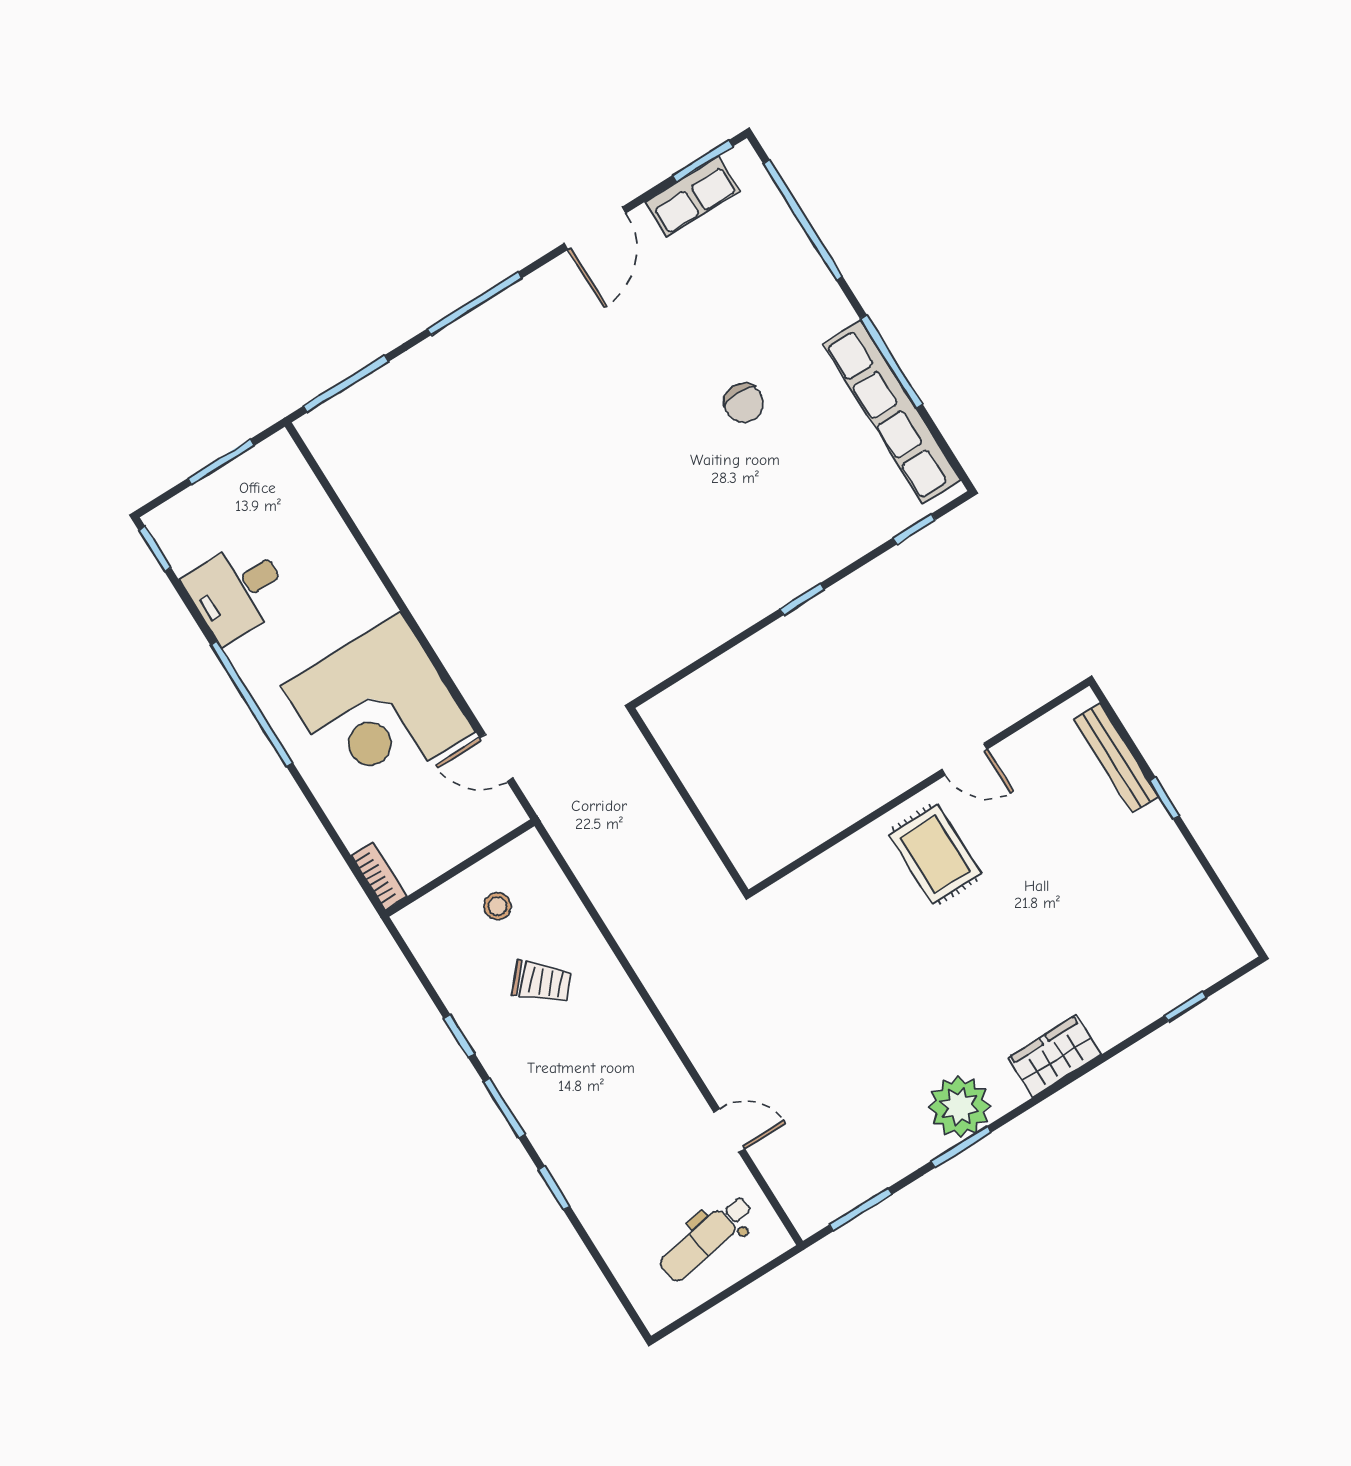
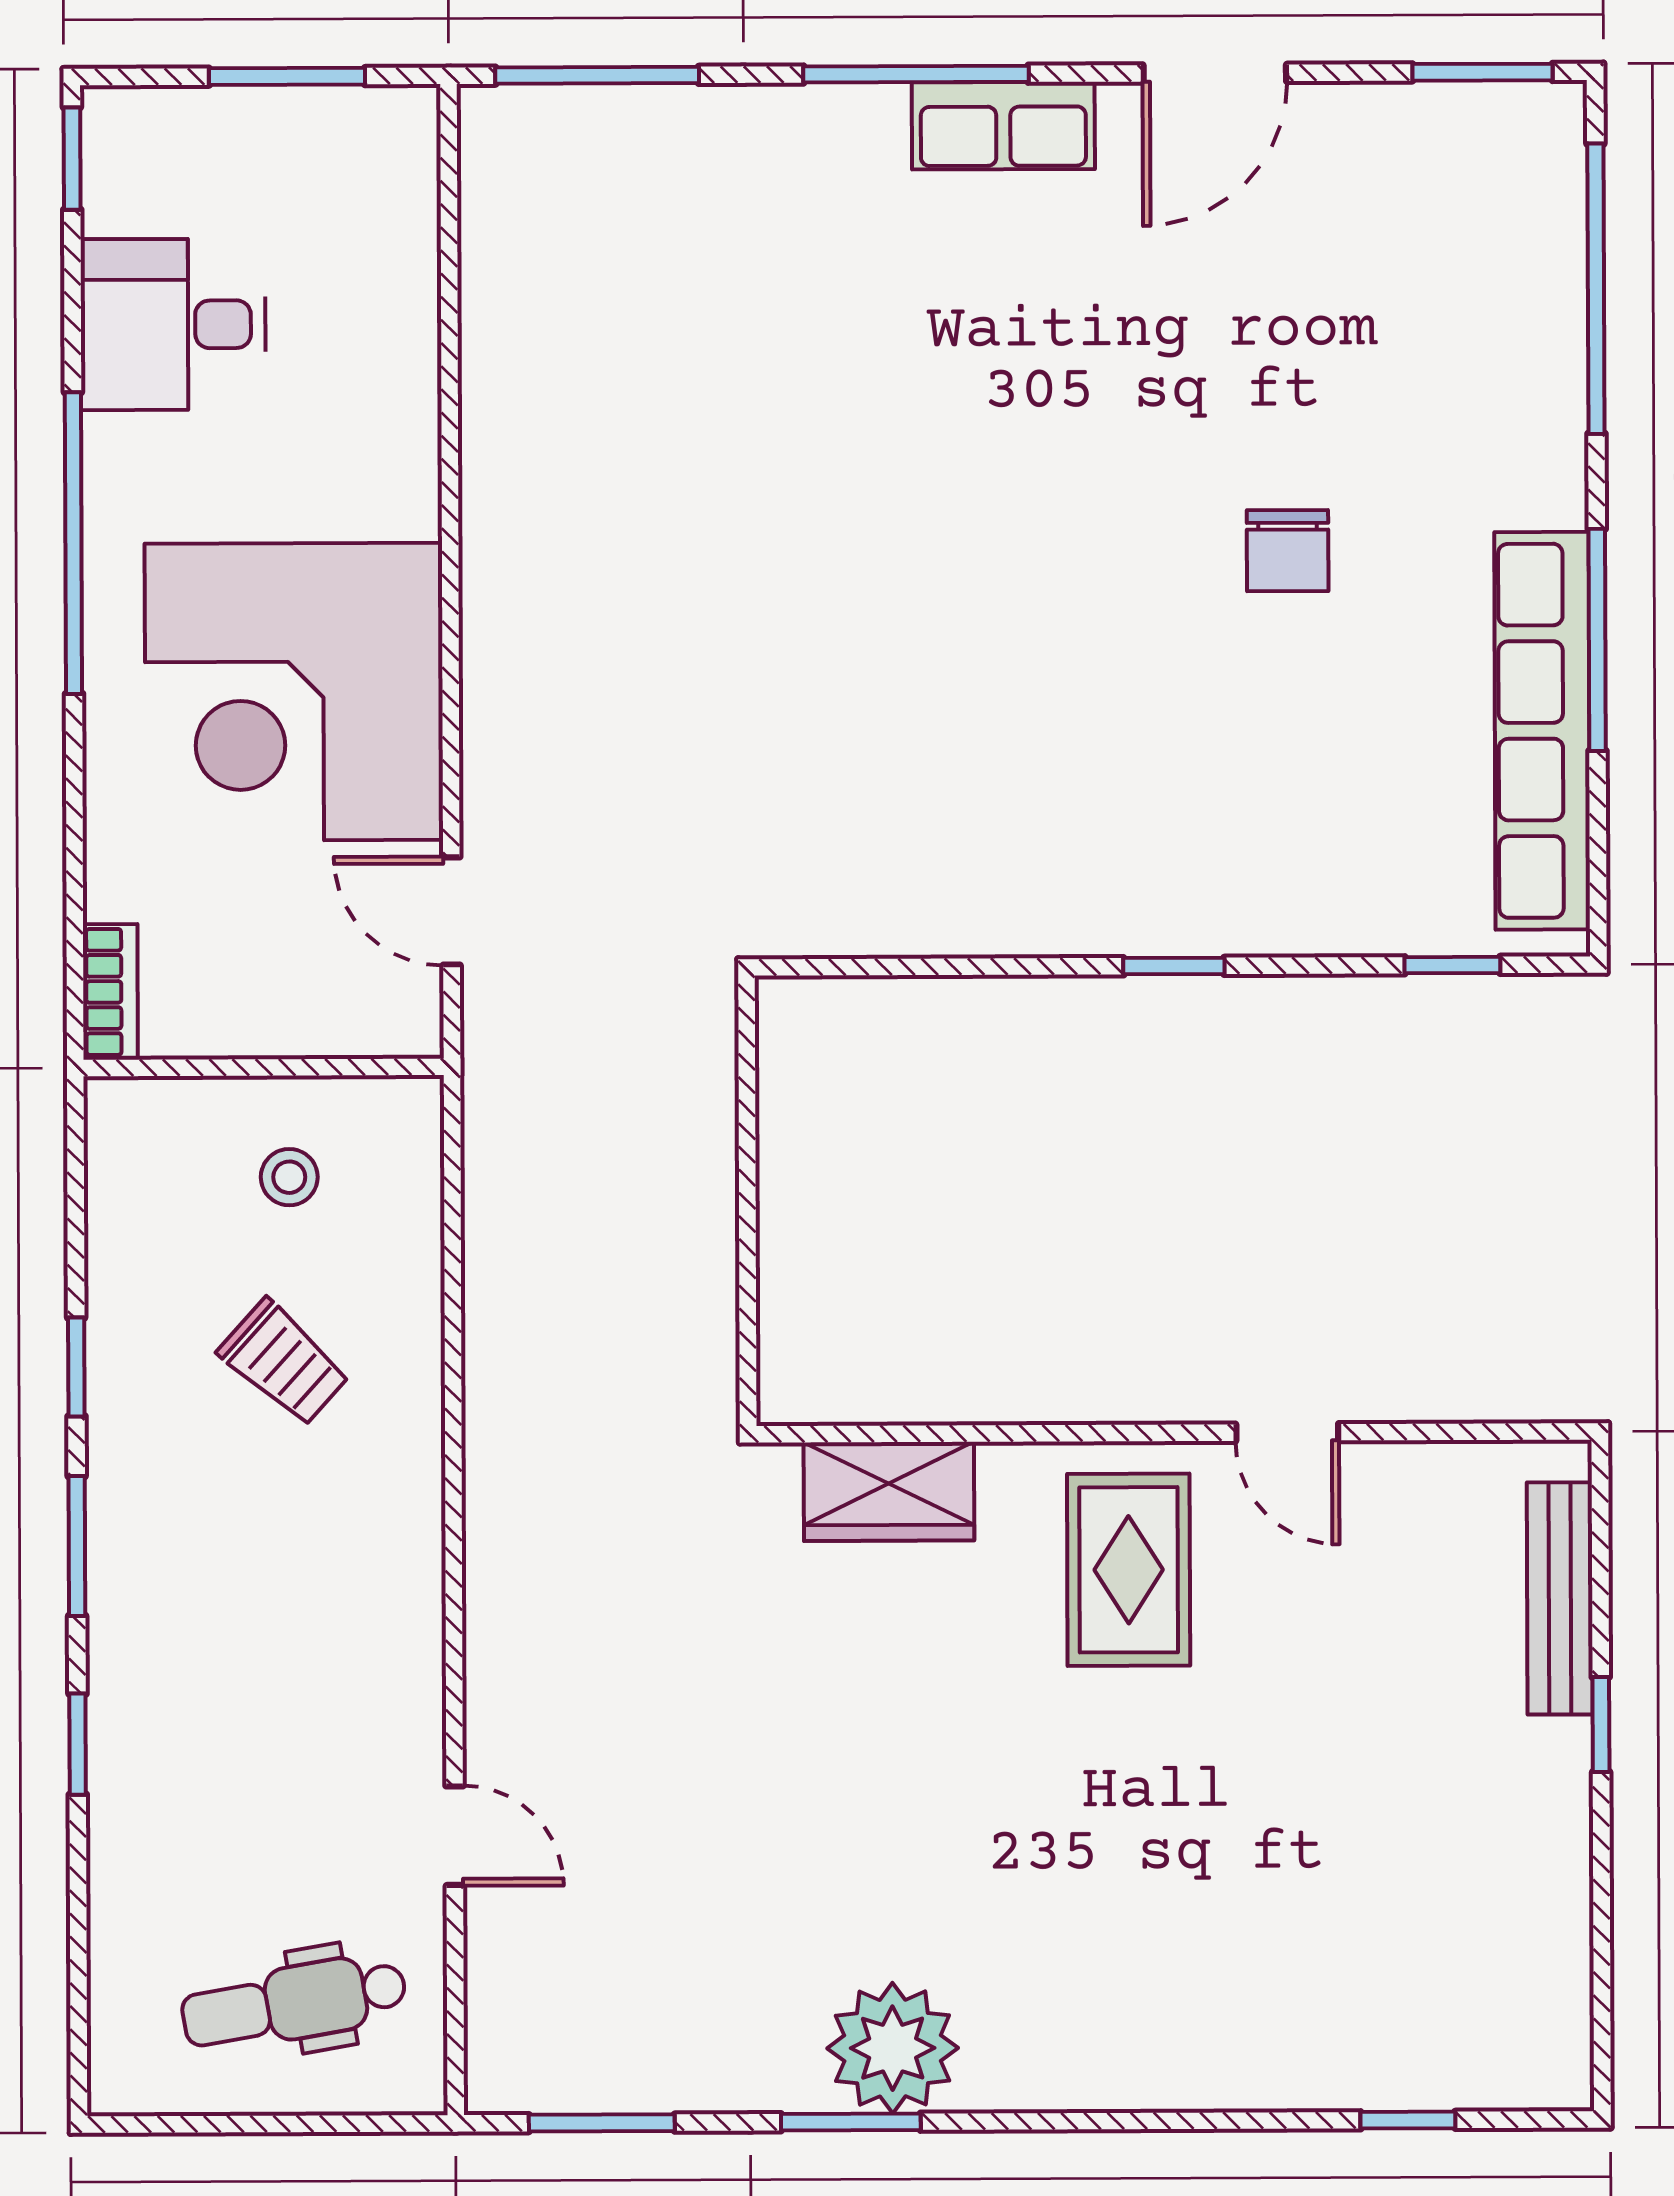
row of seats: (692, 196) -> (1003, 126), moved
wardrobe: (1054, 1056) -> (889, 1491), moved, turned 180

